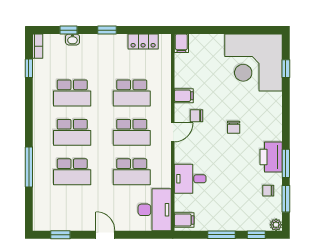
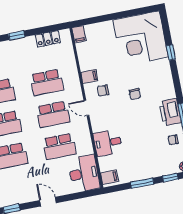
window: (286, 69) -> (171, 52), moved
door: (173, 132) -> (86, 108), swing flipped

